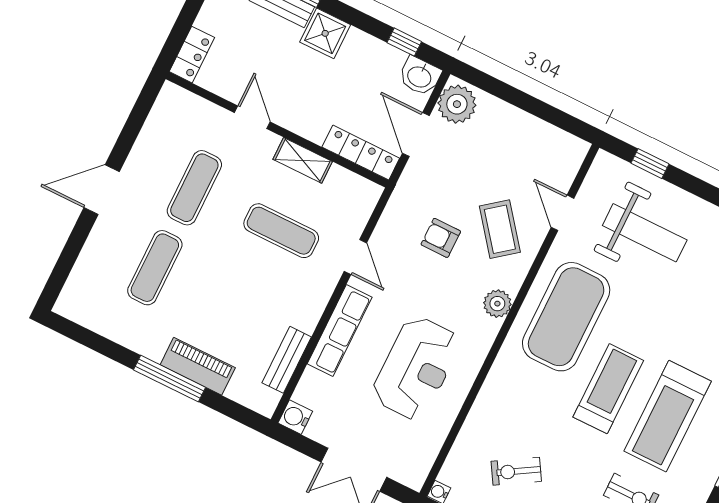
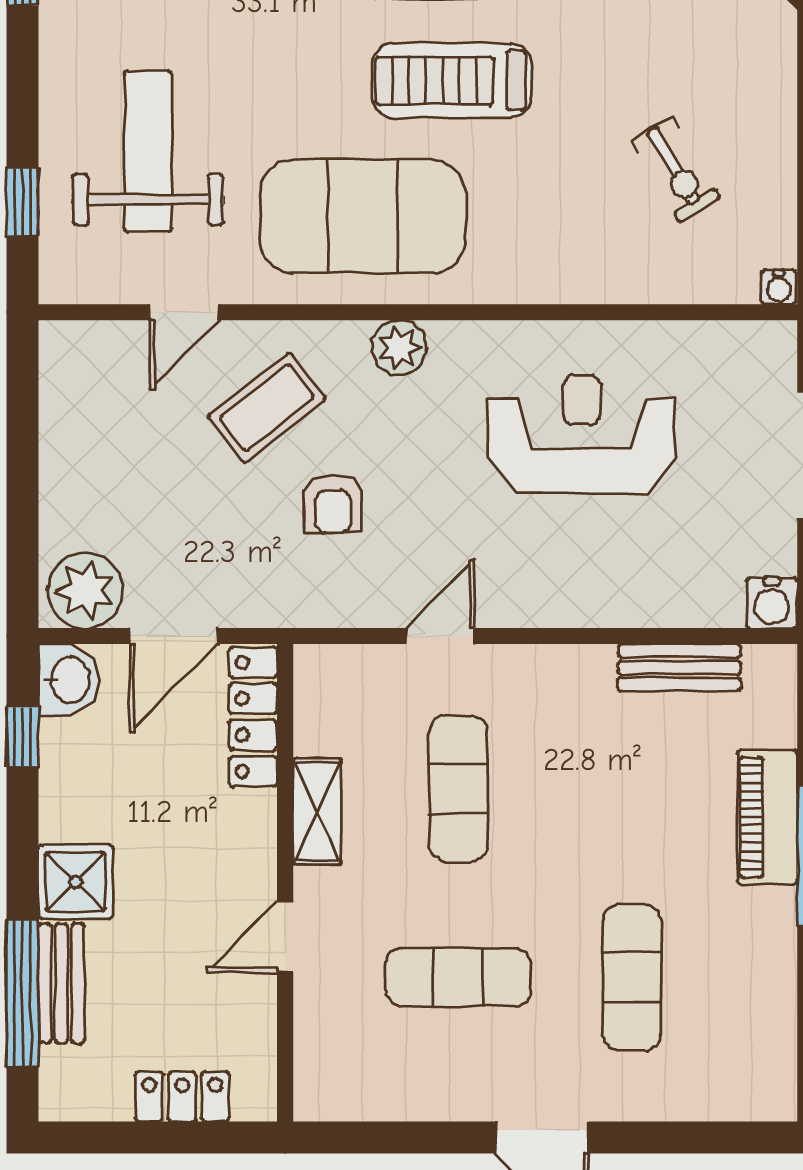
locker: (192, 55) -> (182, 1097), moved
exercise mat: (155, 268) -> (632, 977), turned 90
row of seats: (340, 330) -> (582, 600), removed

